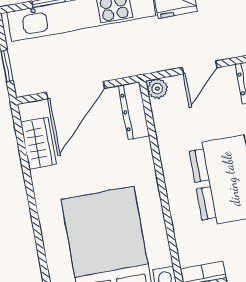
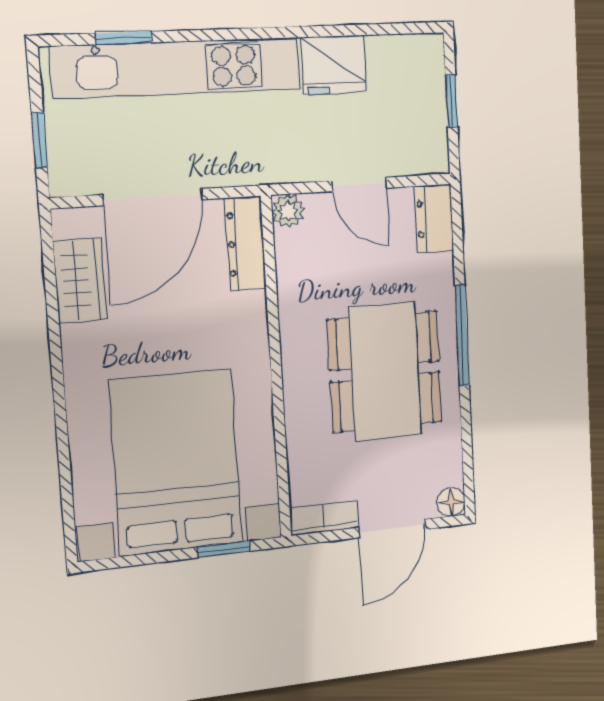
door: (200, 67) -> (359, 184), hinge flipped

